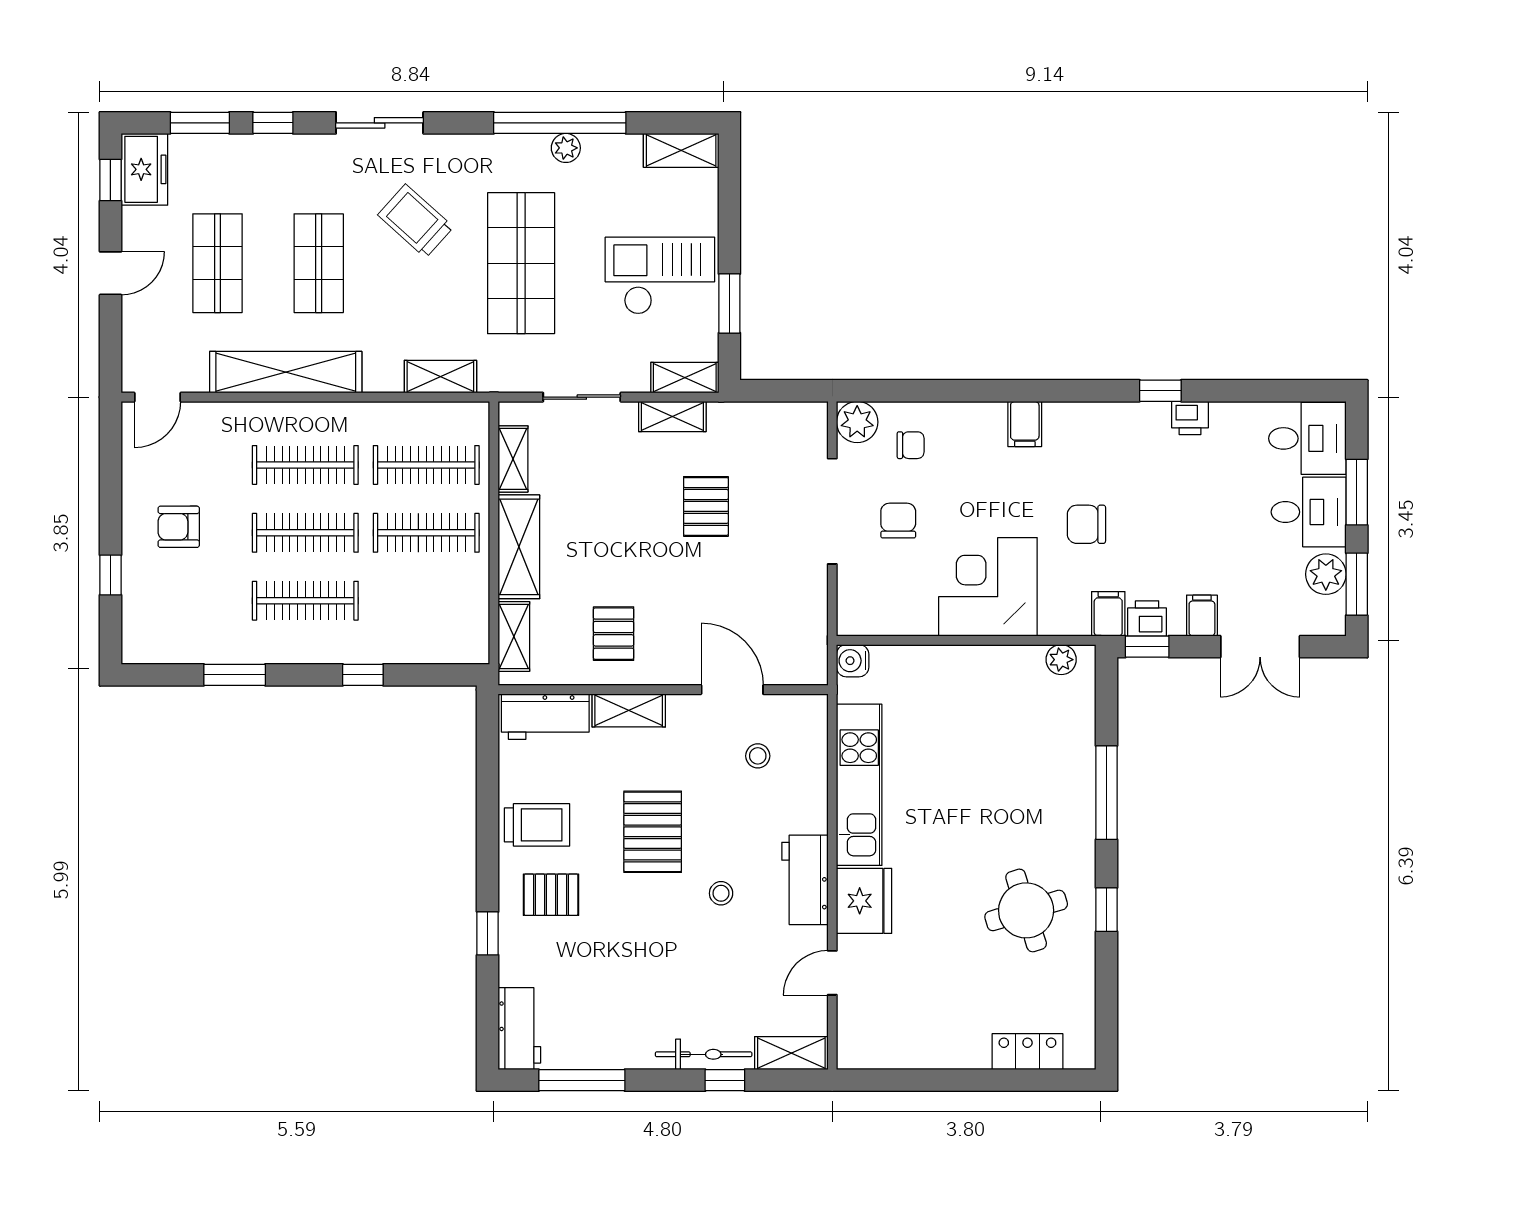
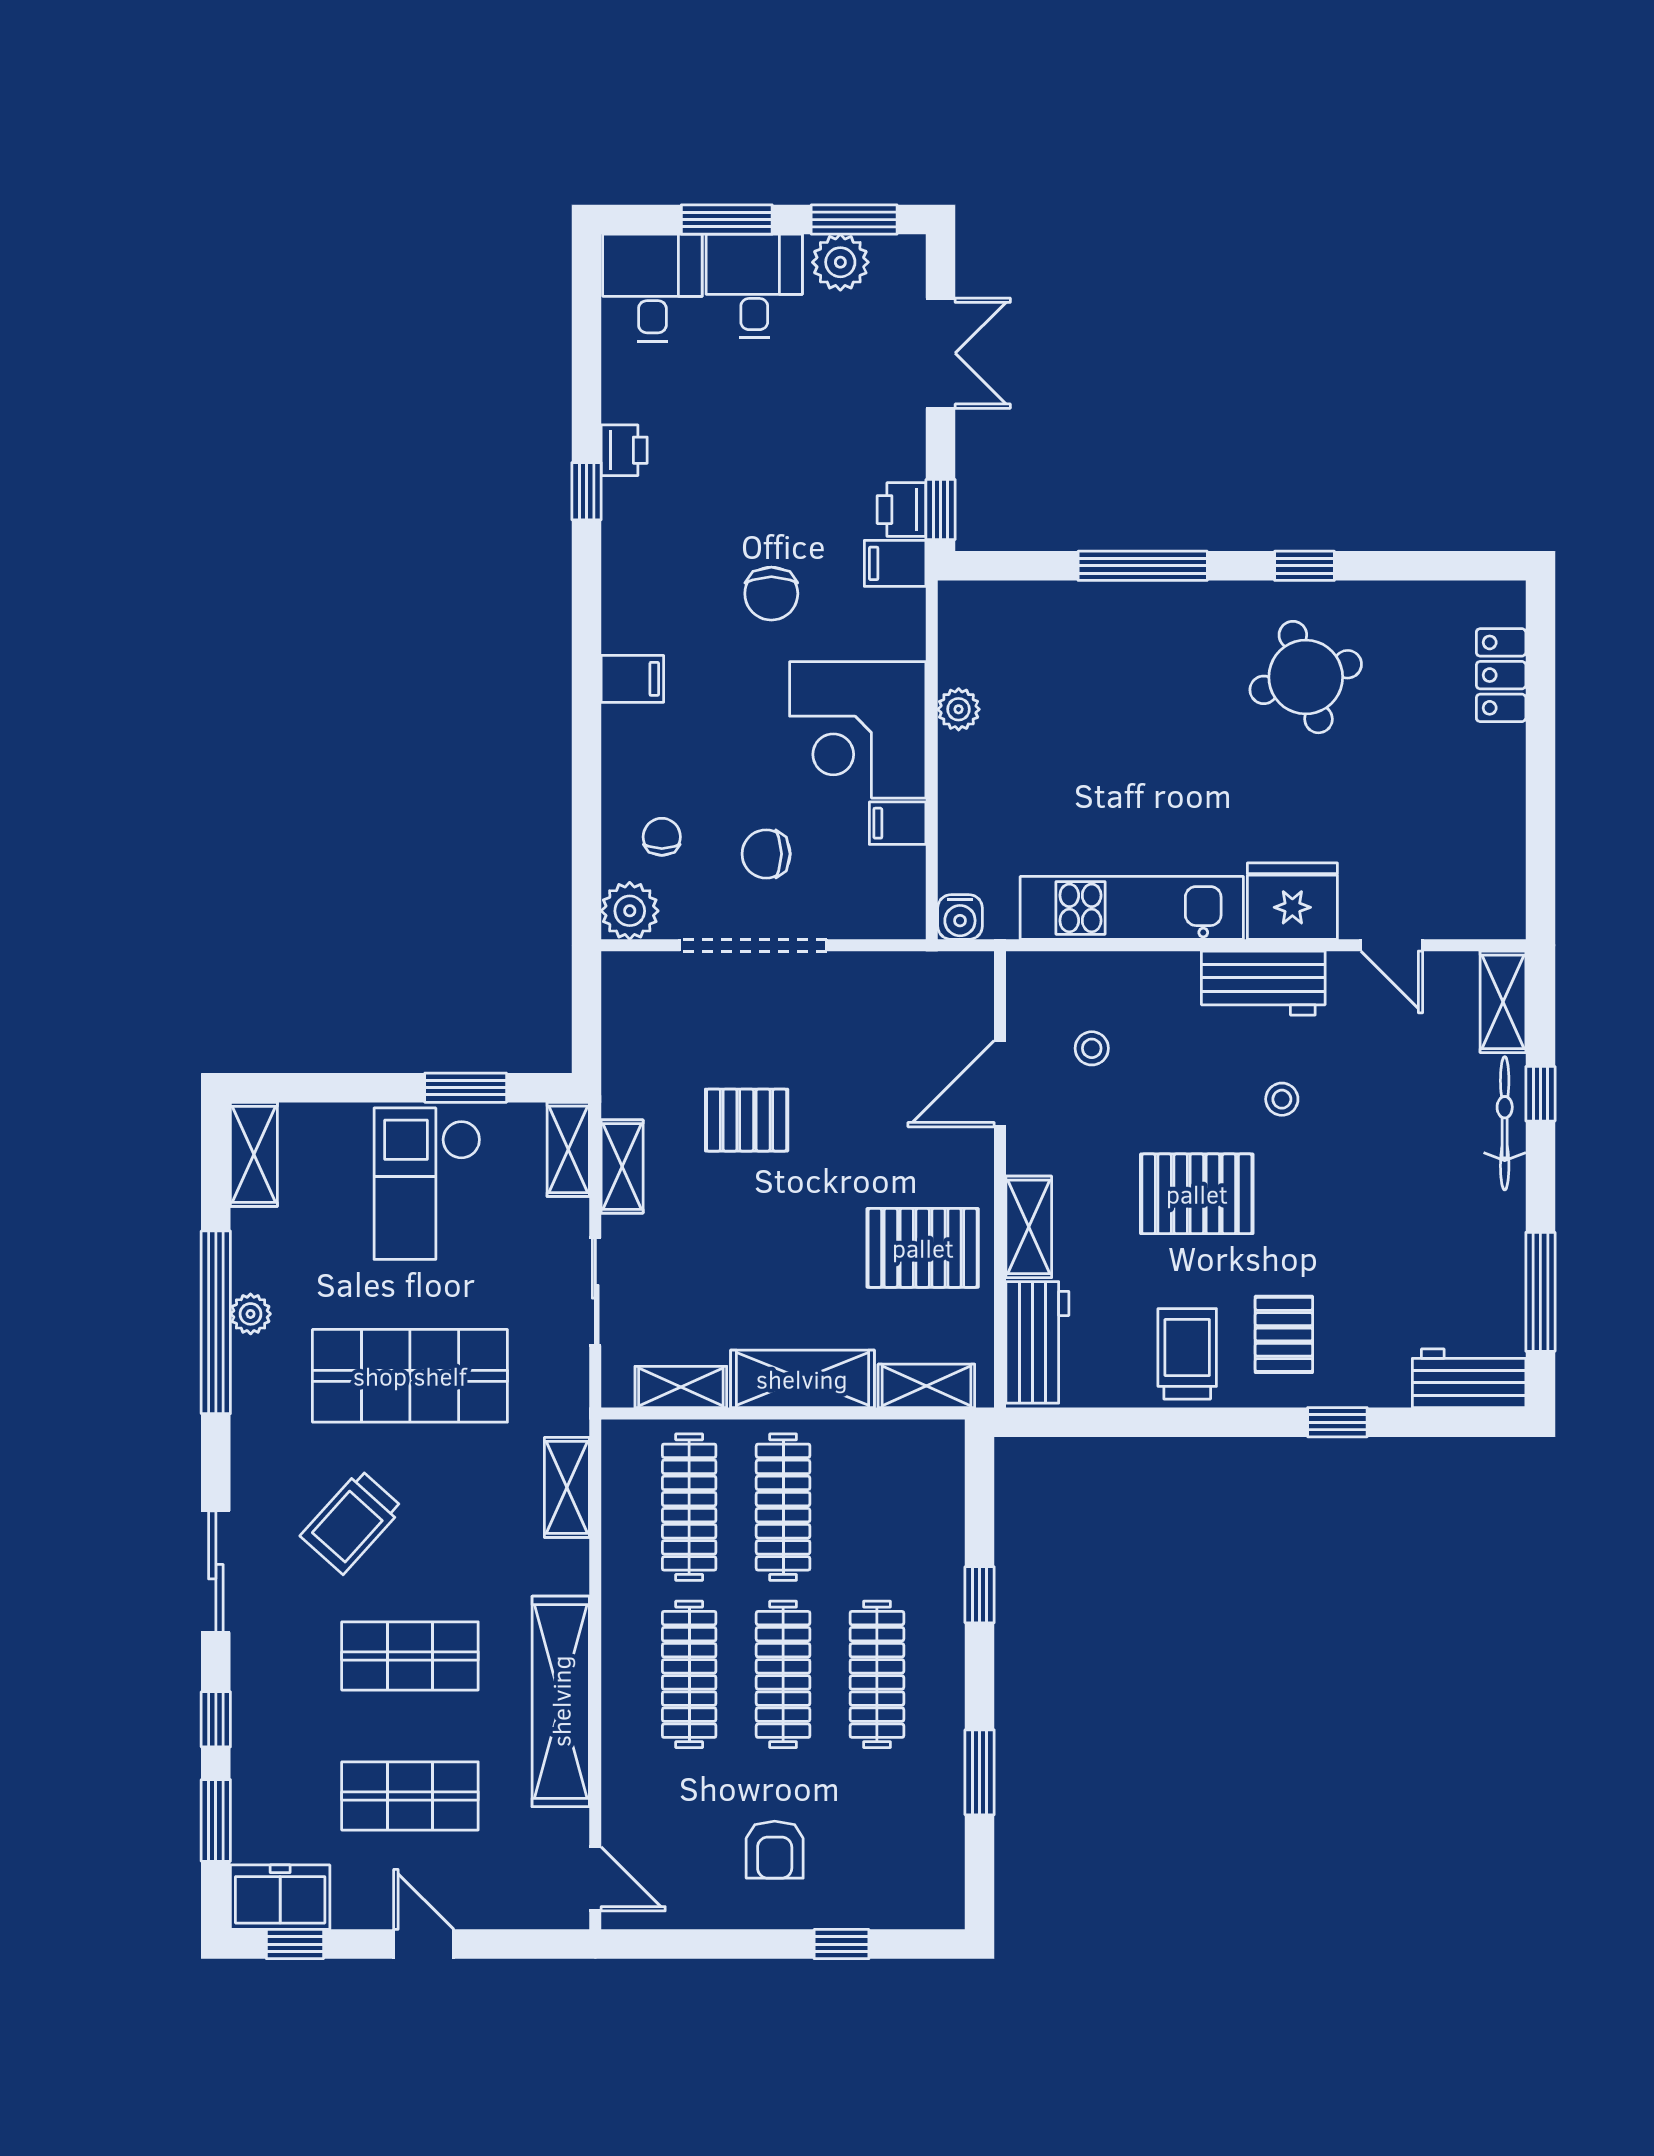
filing cabinet: (1202, 616) -> (898, 823), moved
pallet: (614, 634) -> (923, 1248), width x1.50, depth x1.42
plant: (1061, 660) -> (959, 709), moved

